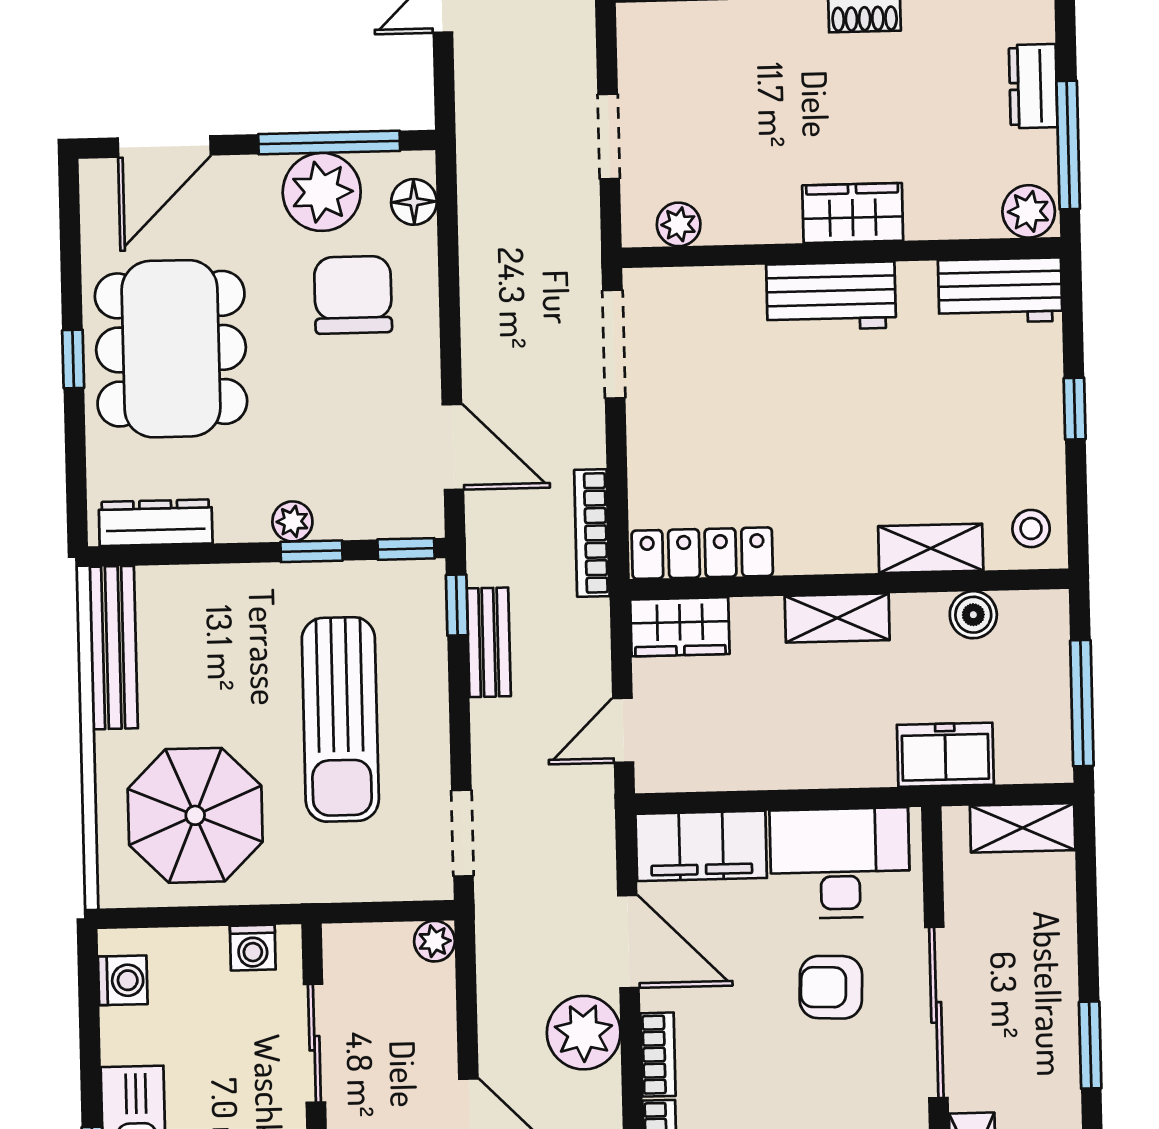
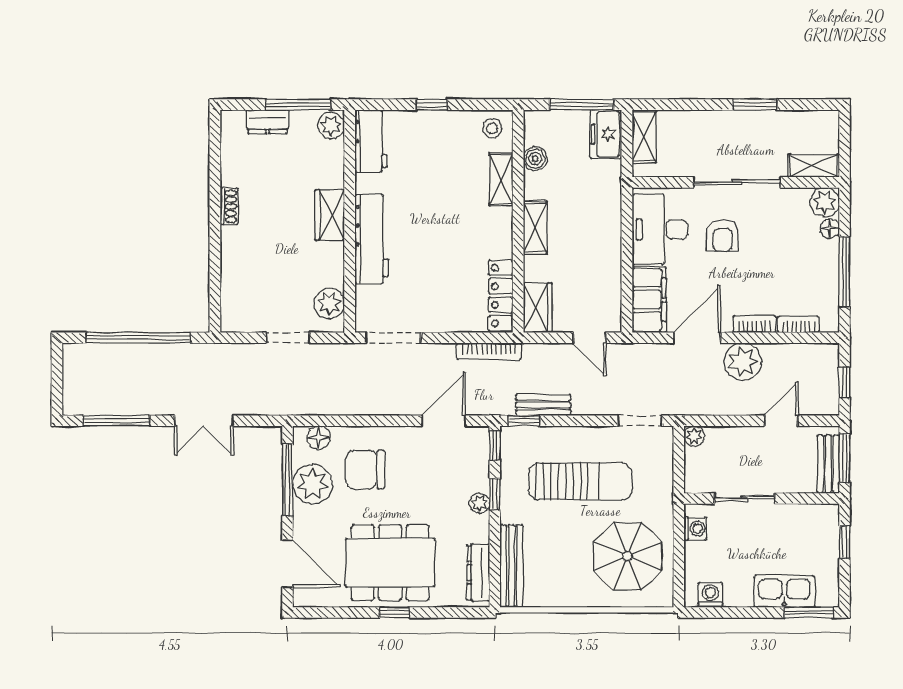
plant: (679, 224) -> (329, 303), width x1.38, depth x1.38
workbench: (831, 296) -> (372, 239), width x1.38
bench: (113, 648) -> (511, 566), moved, turned 90
freezer: (945, 755) -> (606, 134), moved

